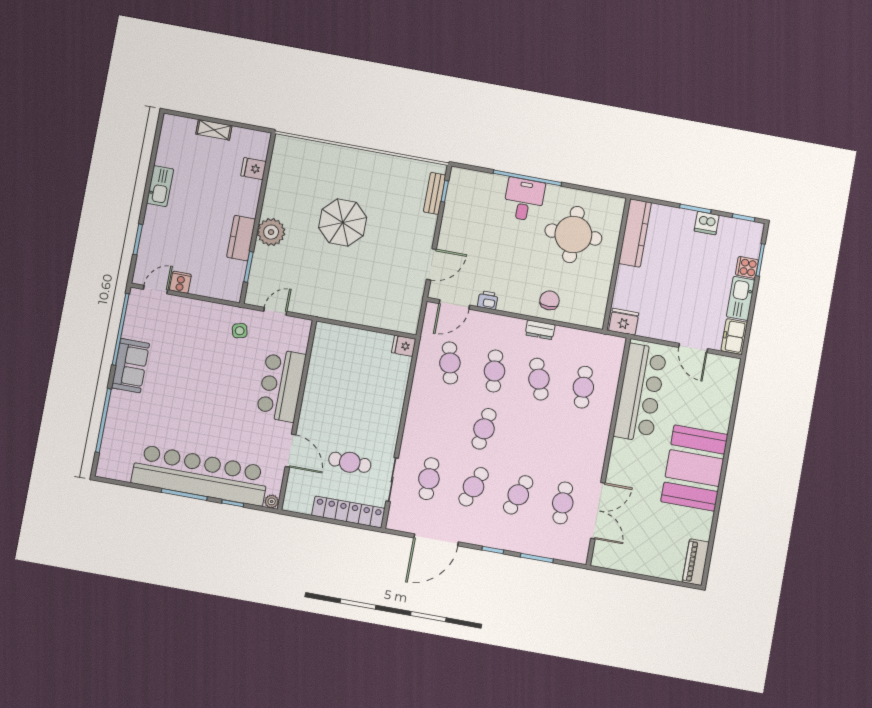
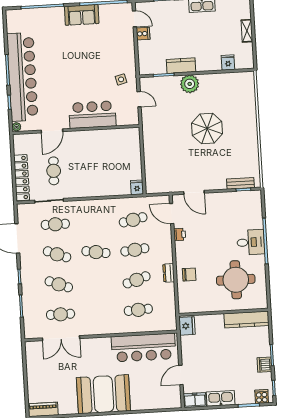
cooker: (747, 267) -> (262, 397), moved

